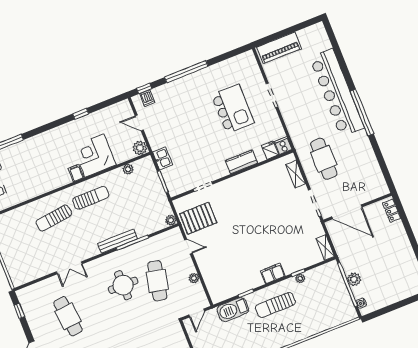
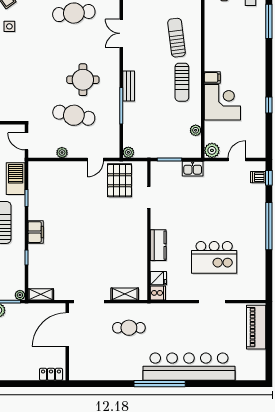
cafe table: (324, 159) -> (129, 328), width x0.73, depth x0.74
bench: (118, 241) -> (129, 86), width x0.73
plant: (300, 278) -> (20, 295), moved

